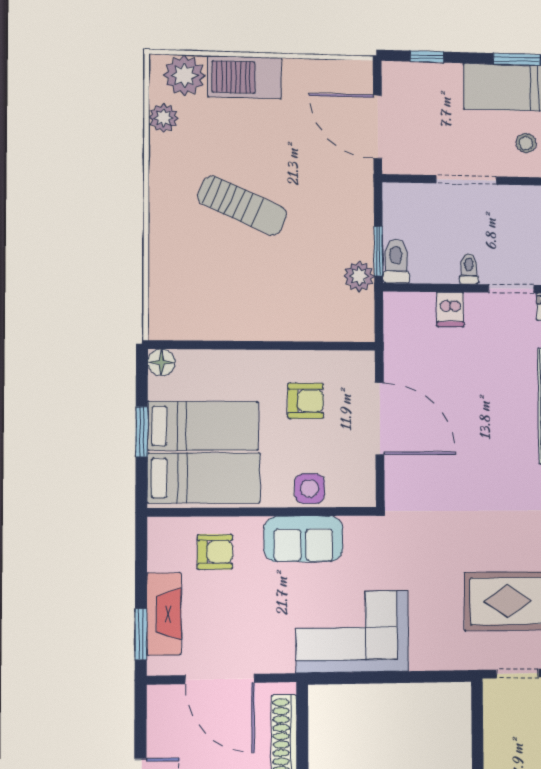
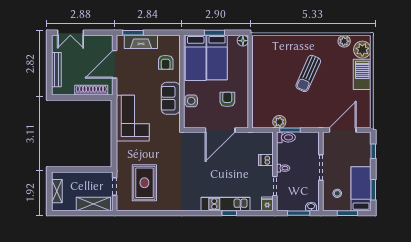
armchair: (306, 401) -> (227, 99), turned 180

